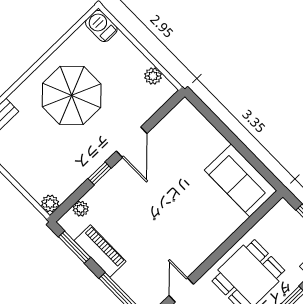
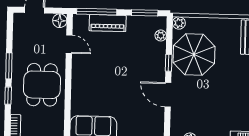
parasol: (72, 95) -> (194, 55), moved
piano: (100, 251) -> (108, 23), moved

